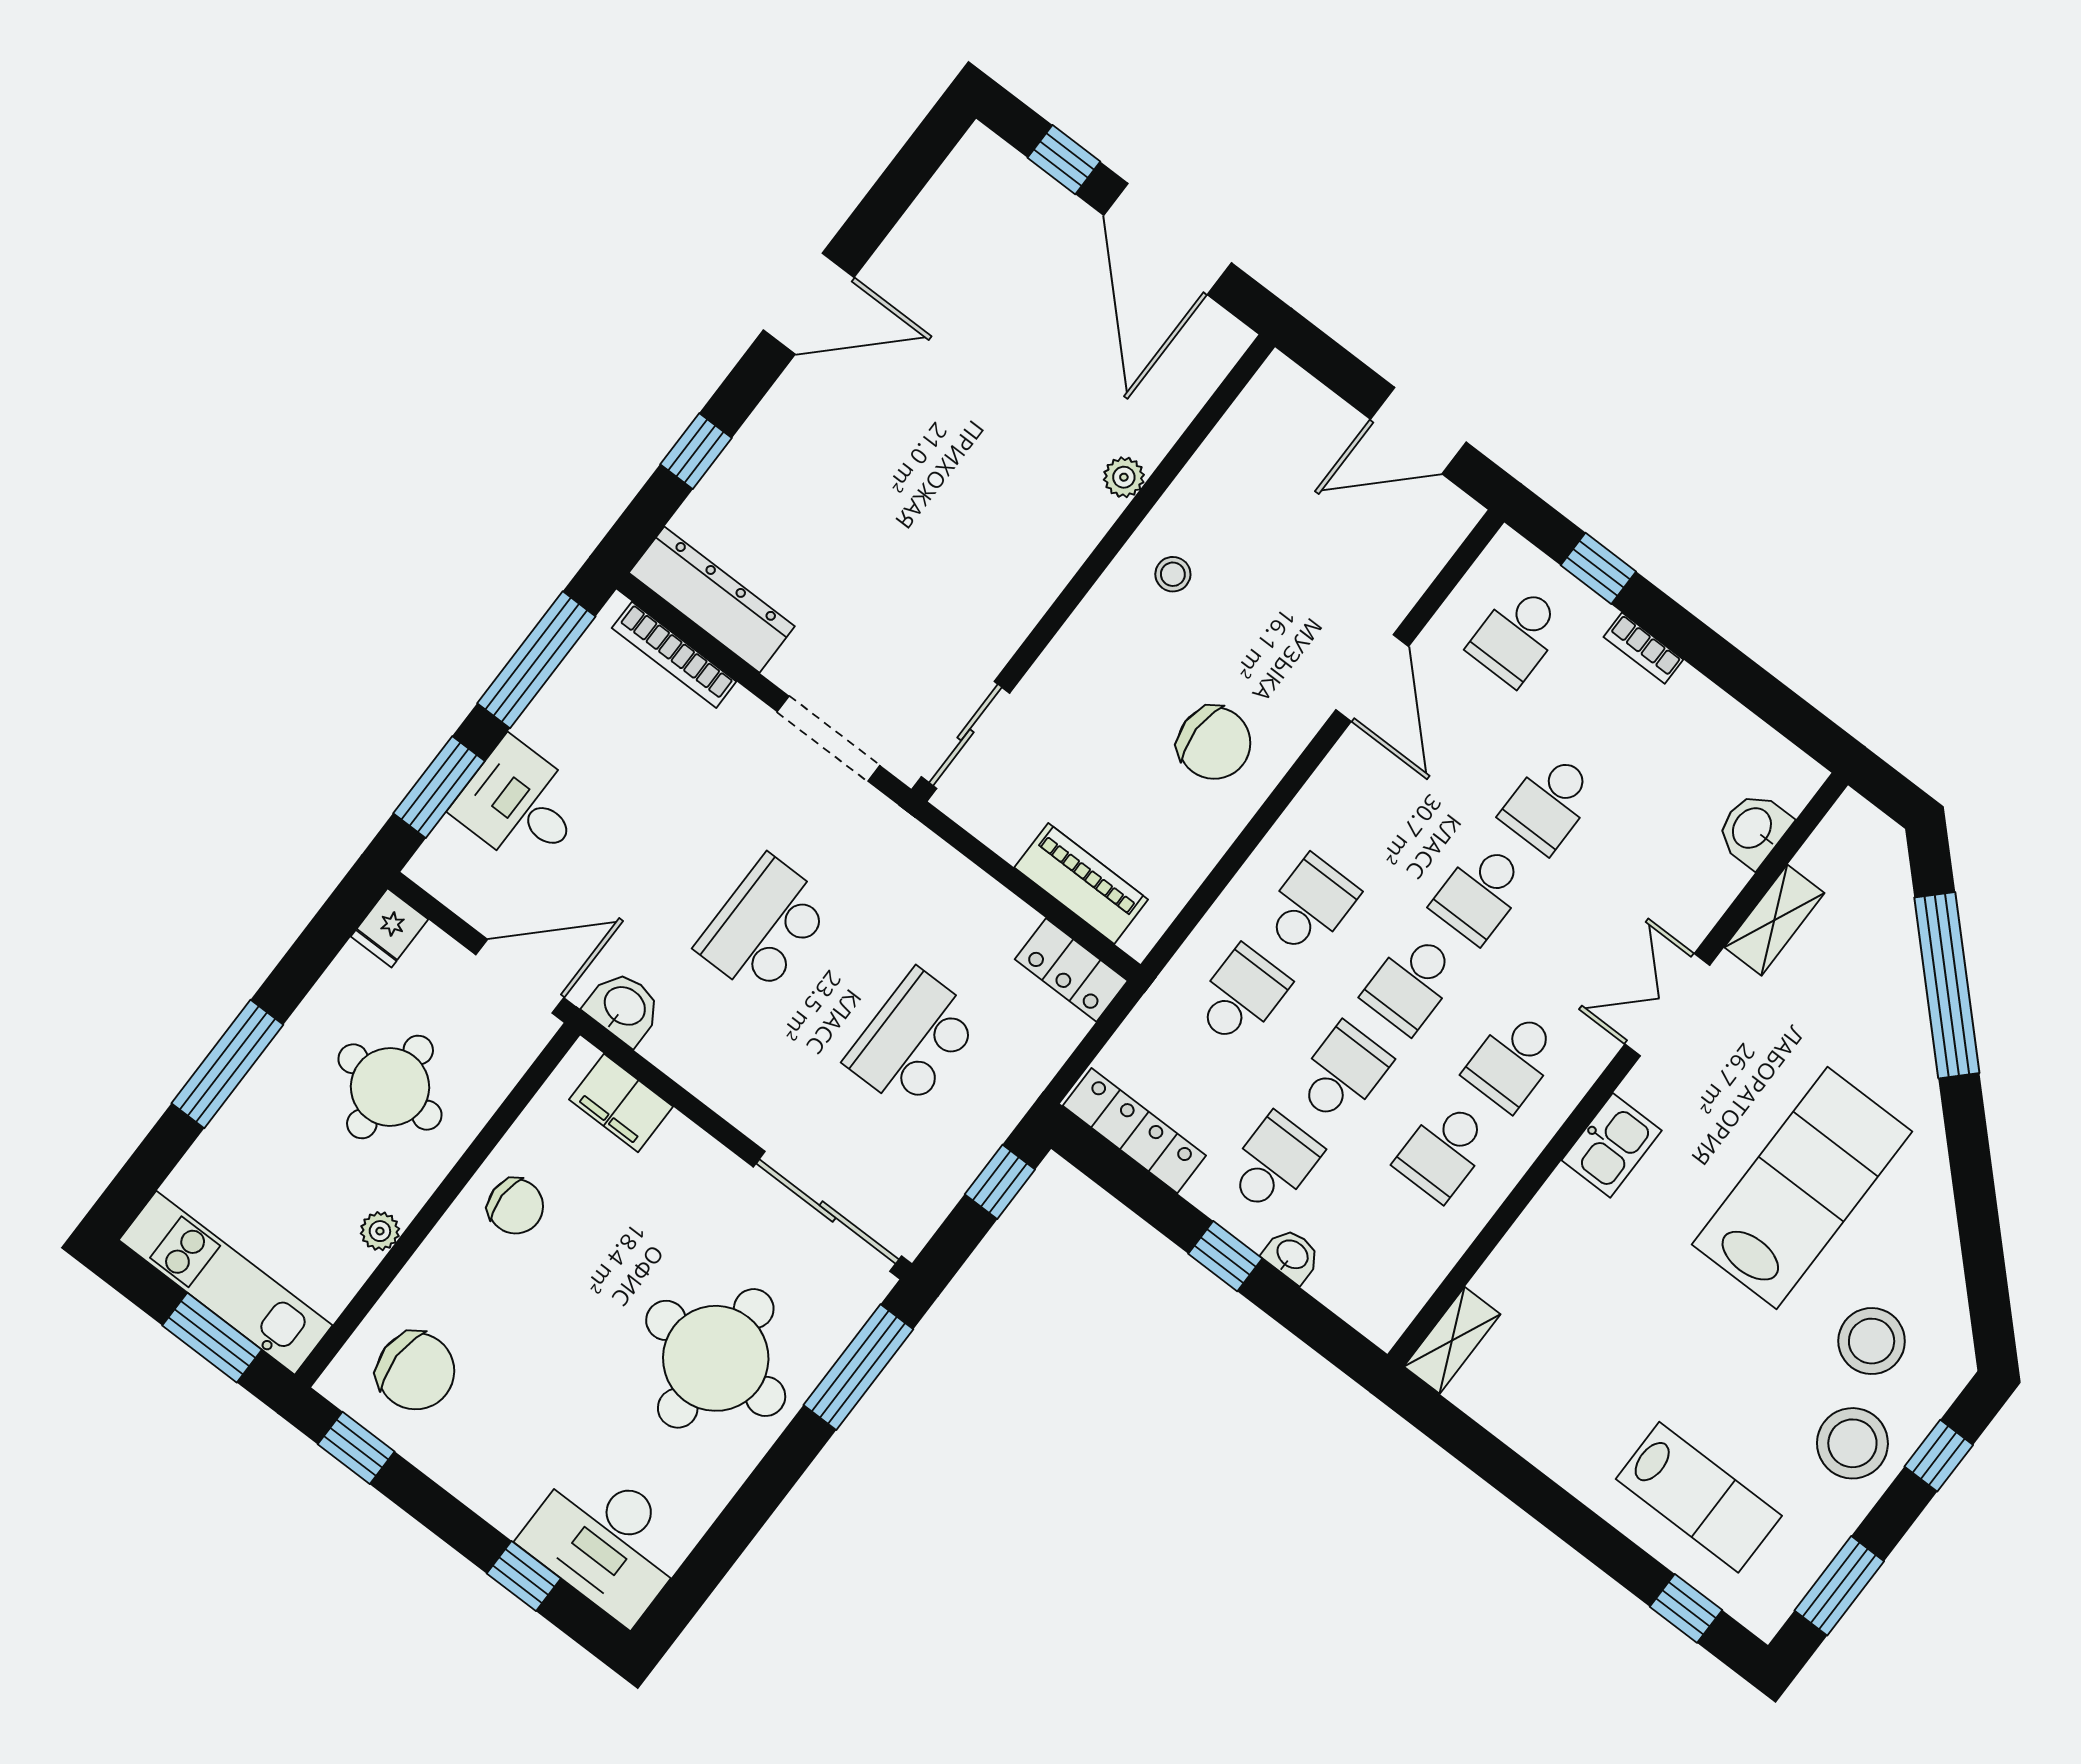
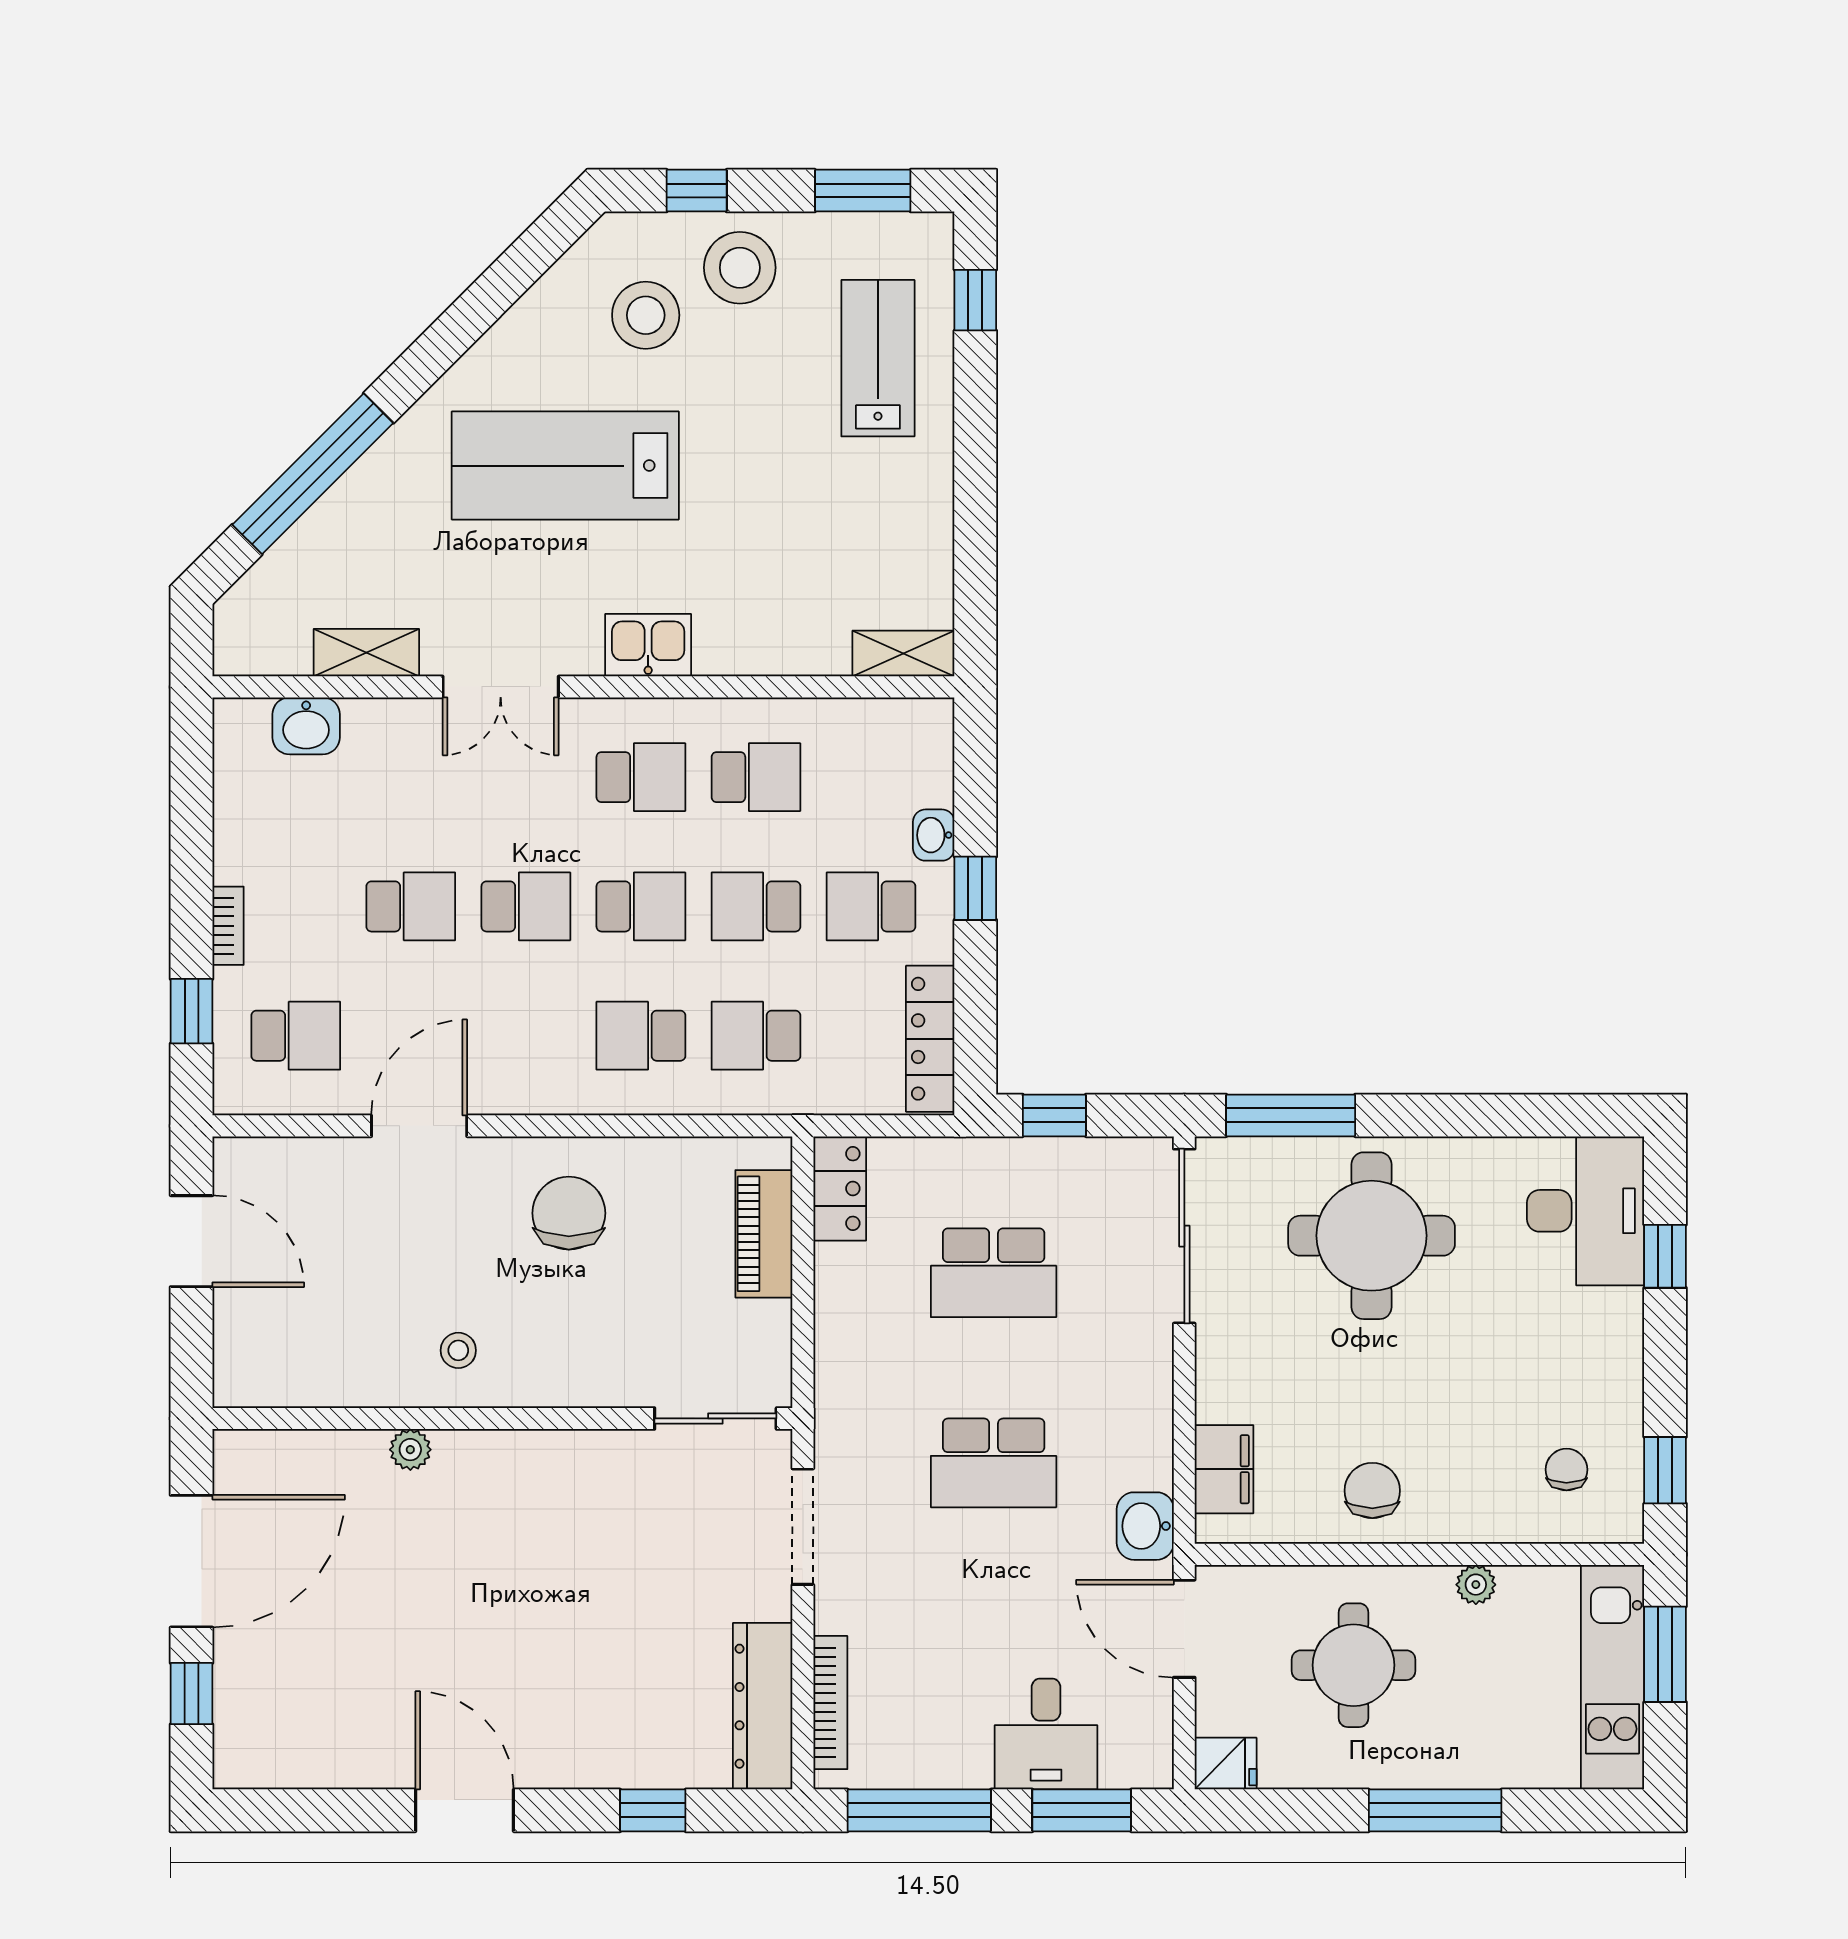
chair: (416, 1371) -> (1566, 1470), width x0.54, depth x0.54

